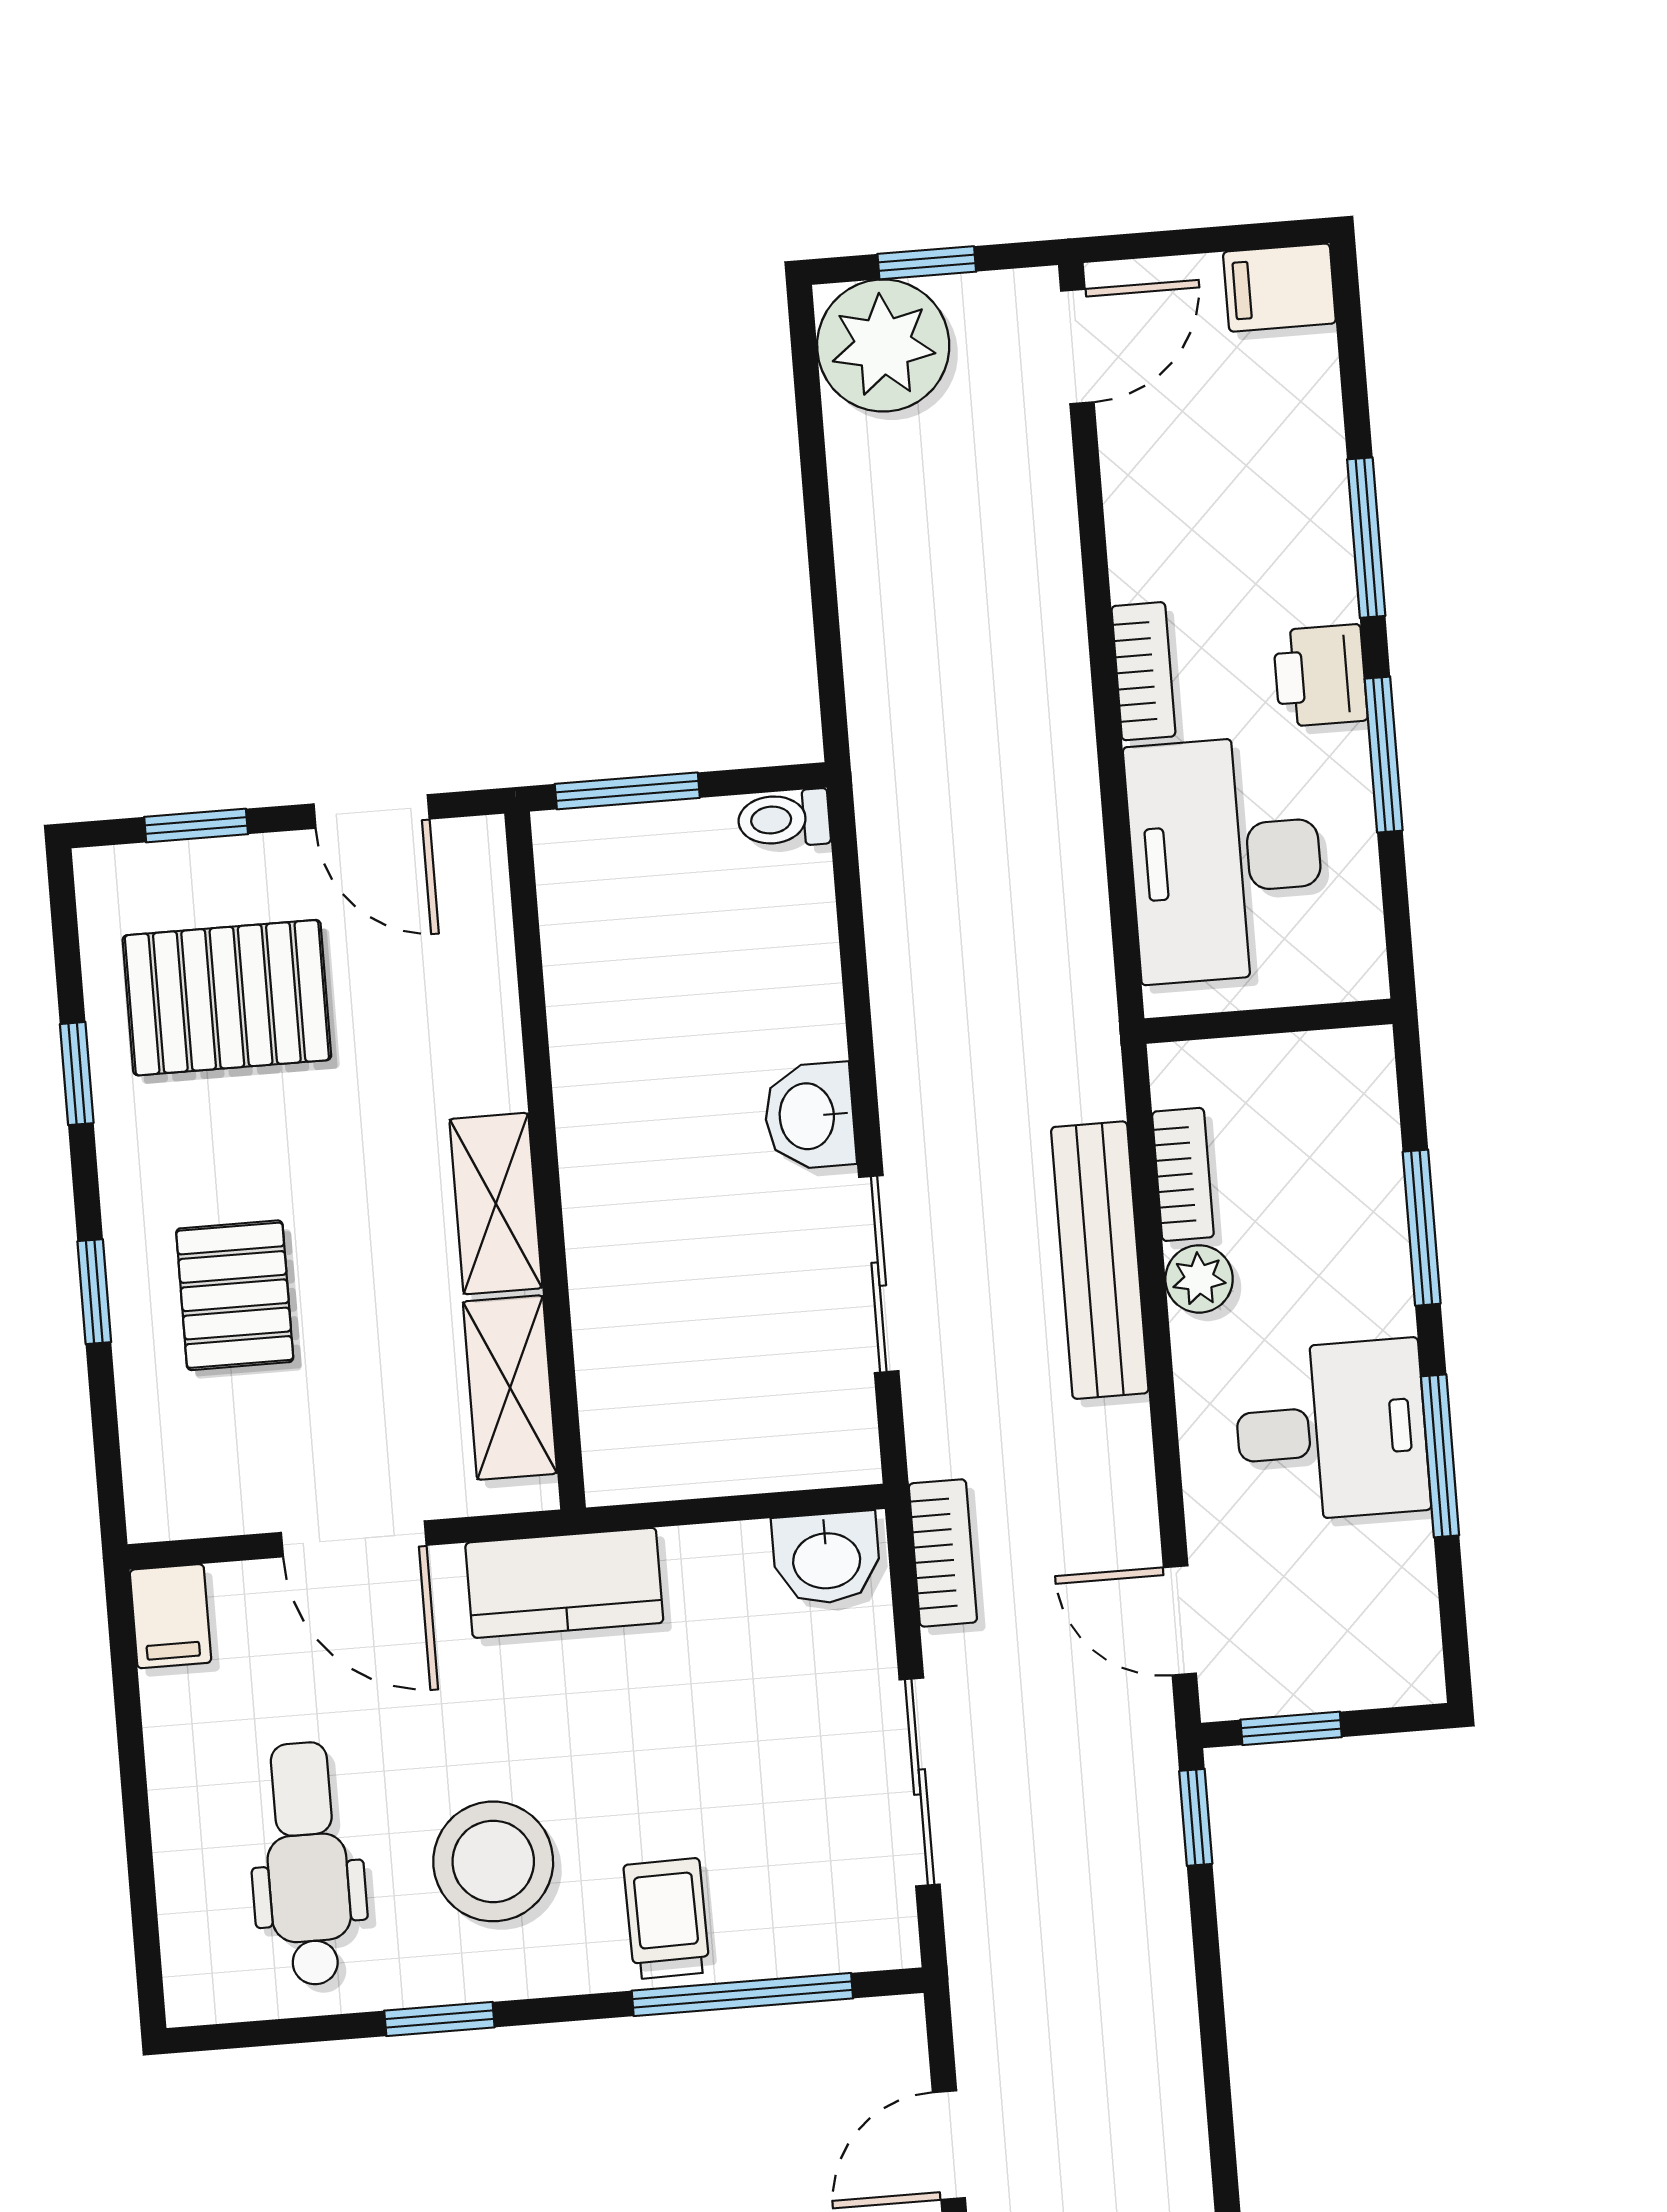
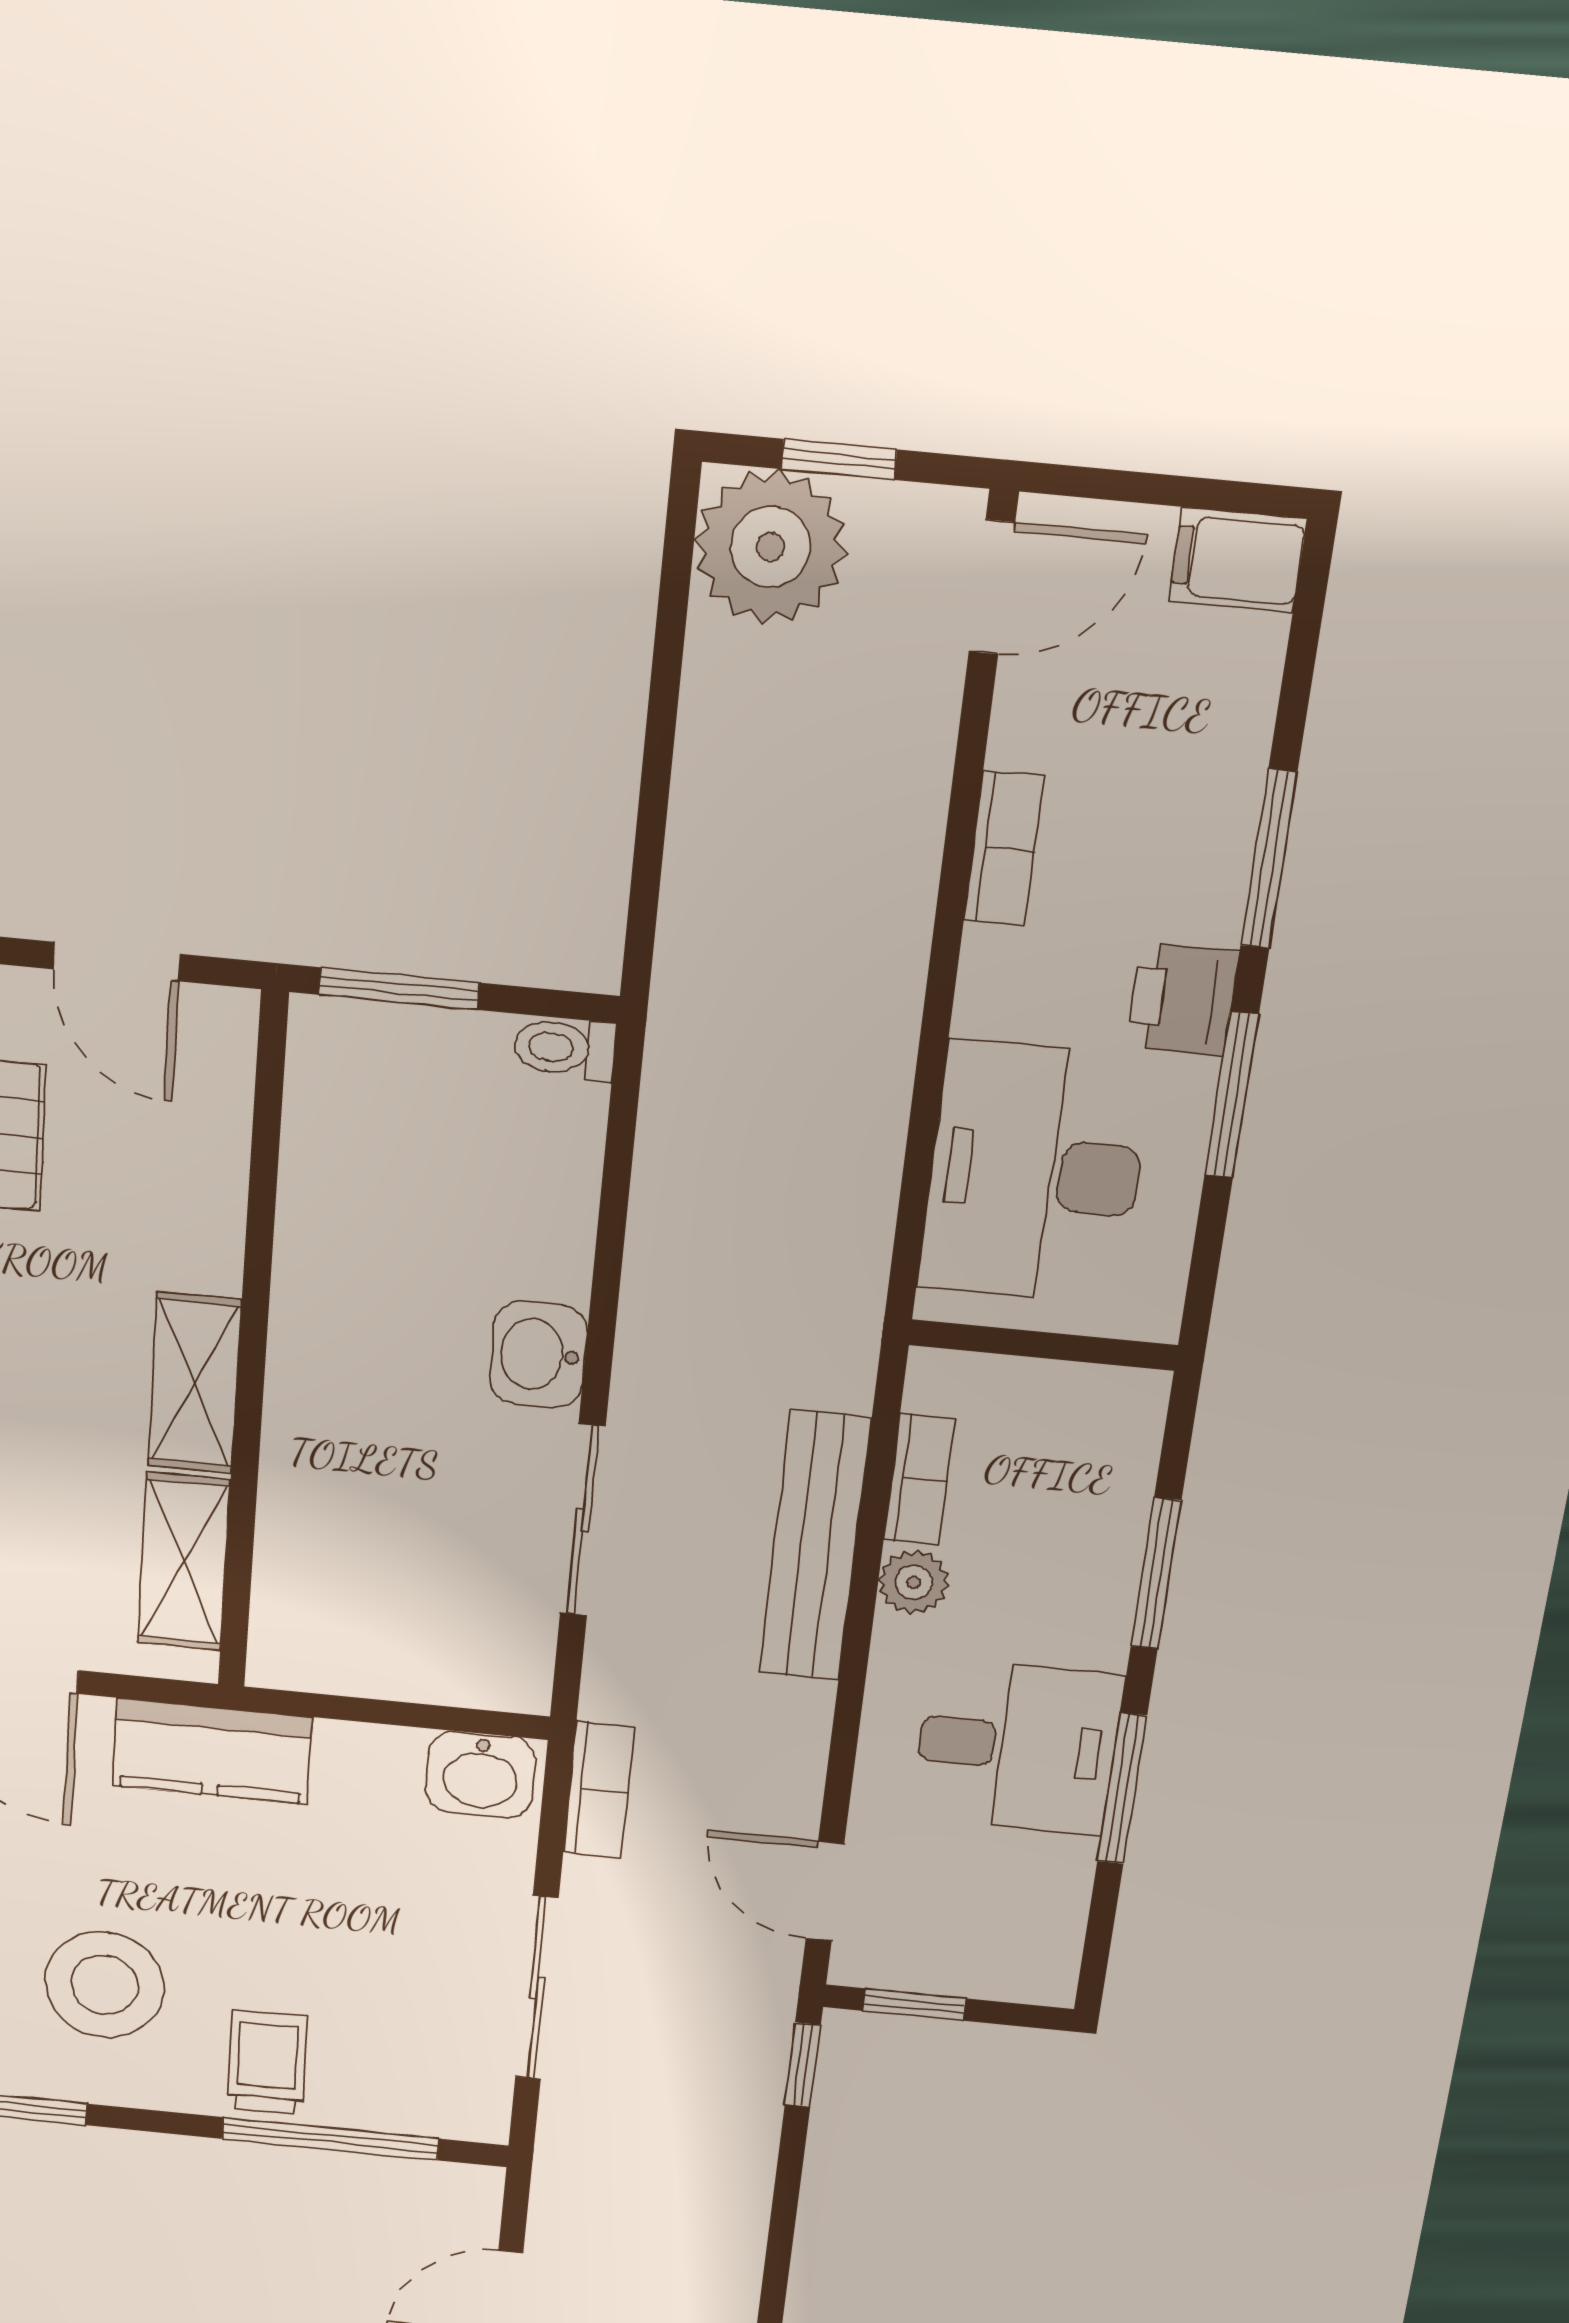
bookcase: (1143, 671) -> (1004, 849), moved

